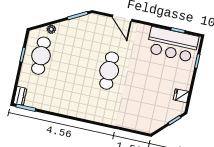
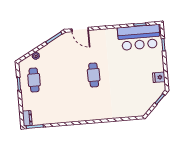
door: (122, 18) -> (80, 30), moved
cafe table: (41, 56) -> (34, 80), width x0.73, depth x0.74
cafe table: (109, 71) -> (94, 75), width x0.73, depth x0.74

